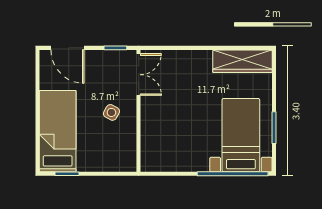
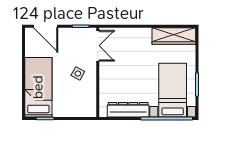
dresser: (180, 162) -> (128, 110), added

